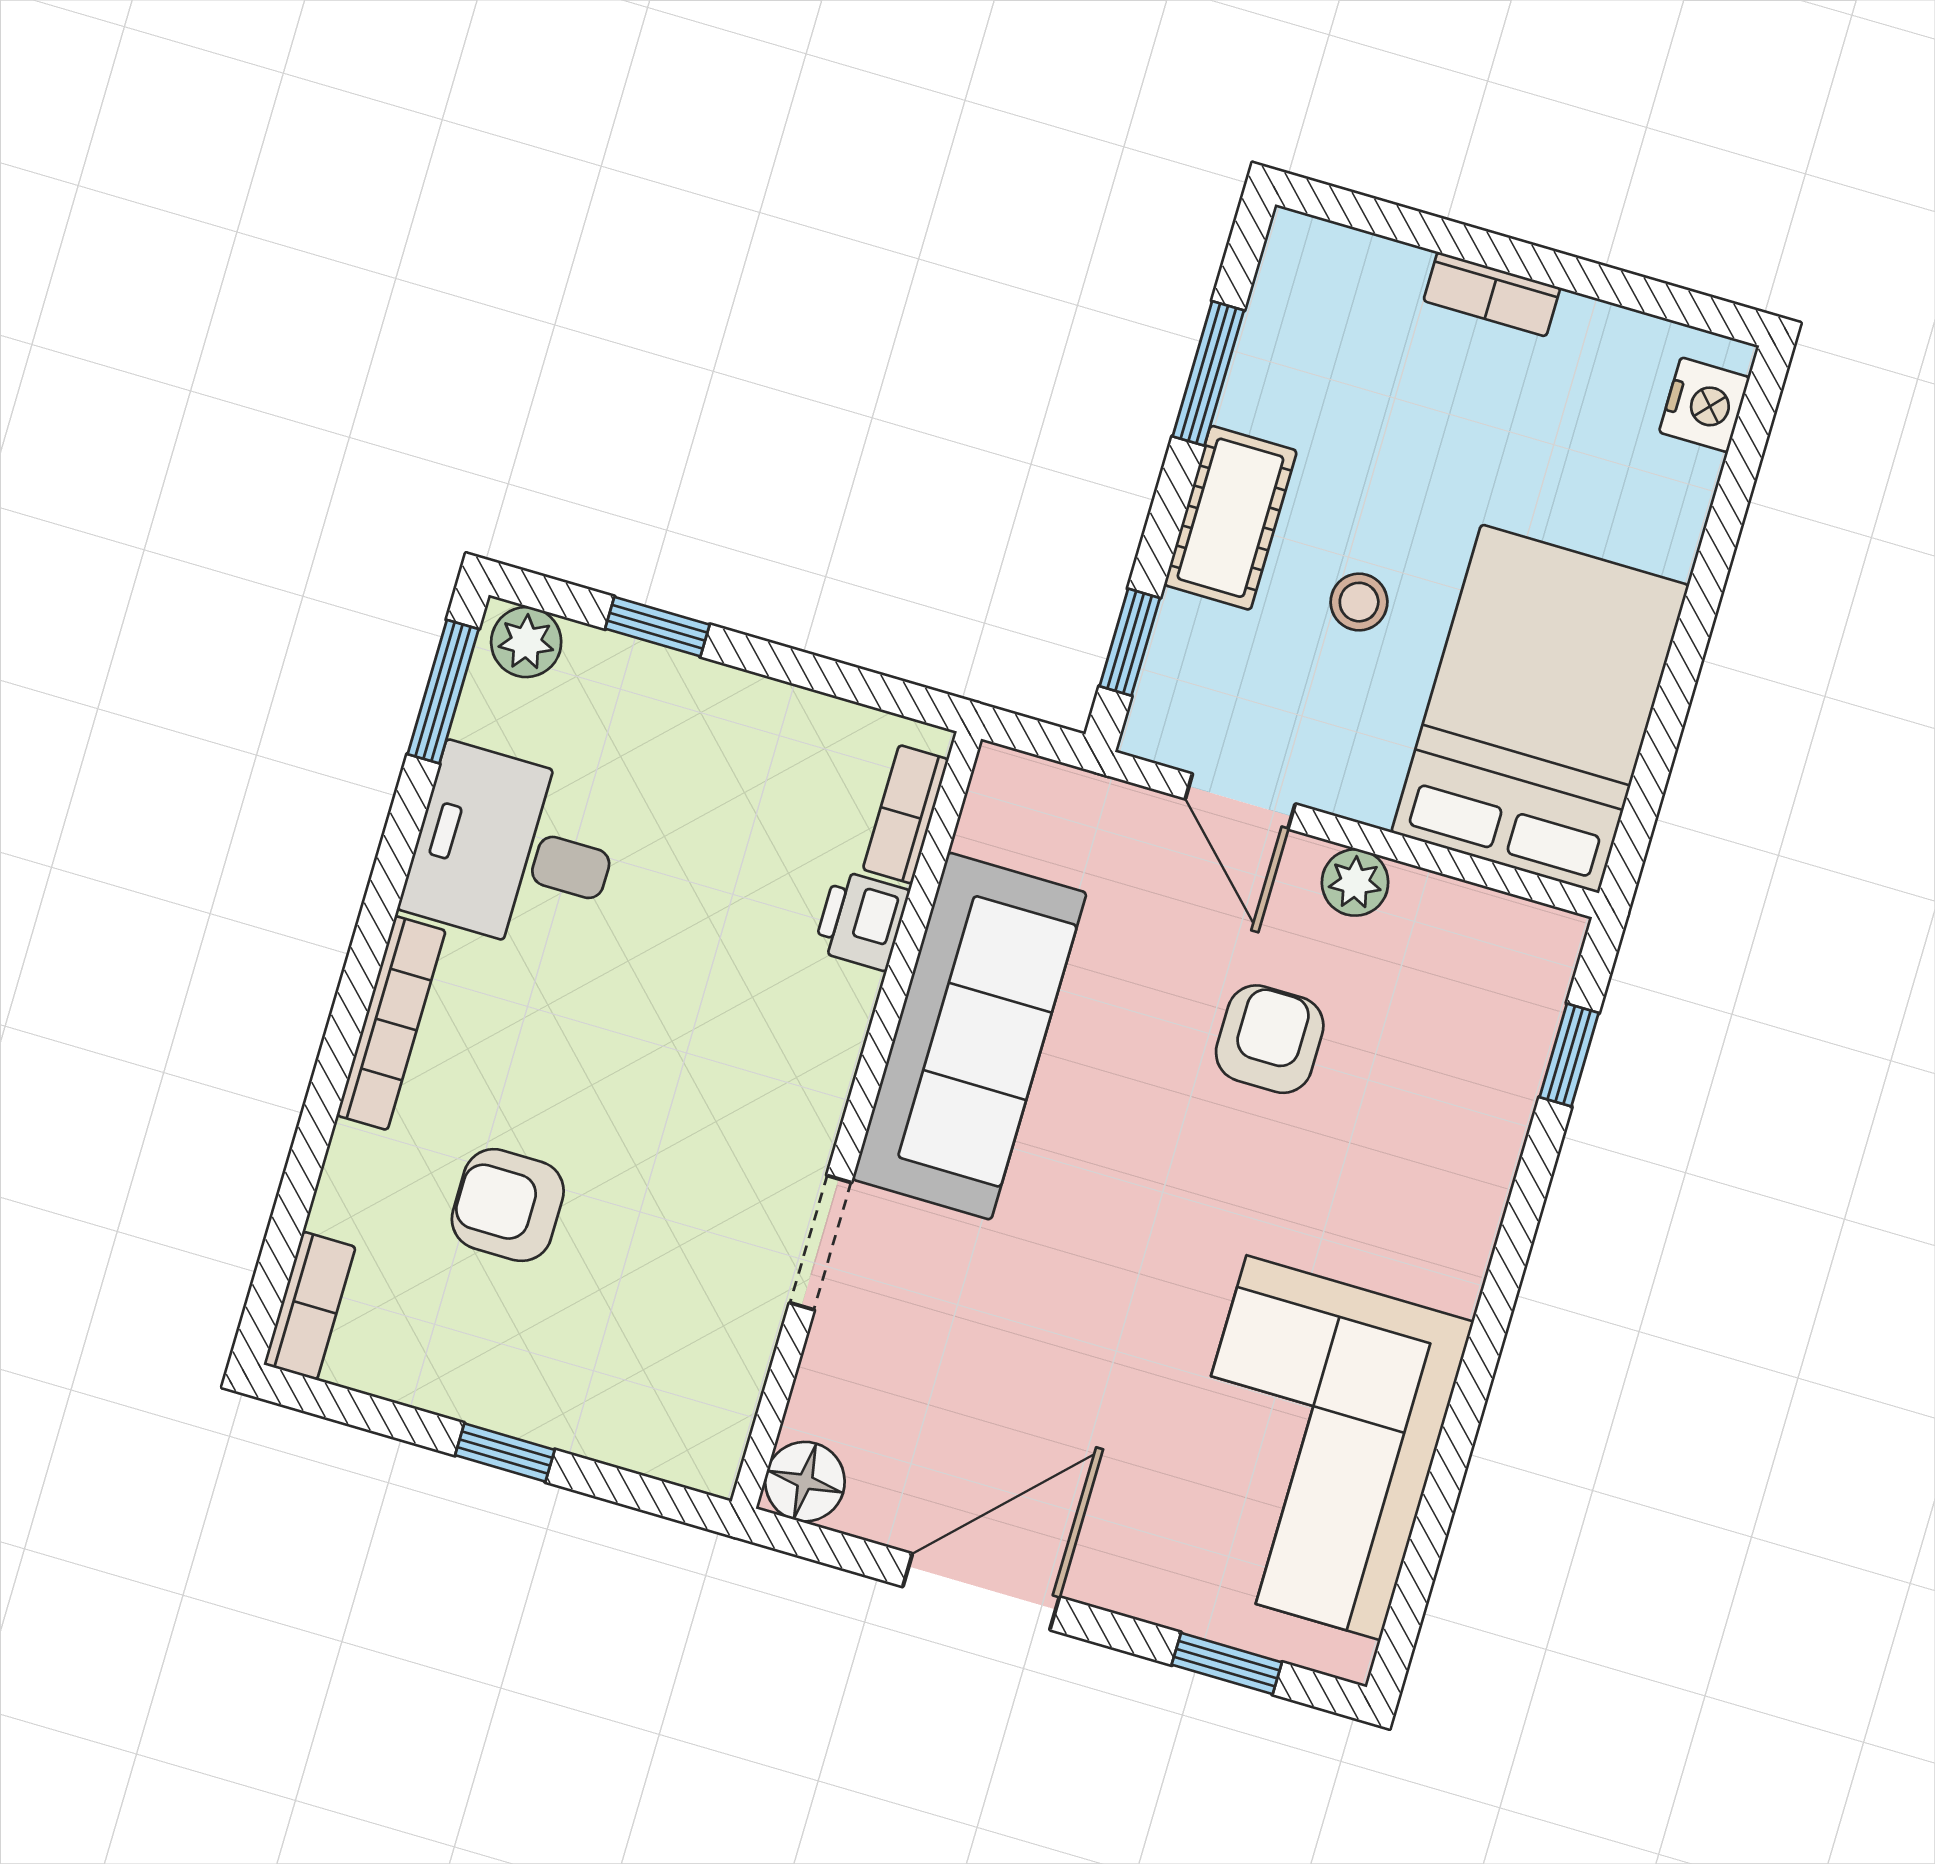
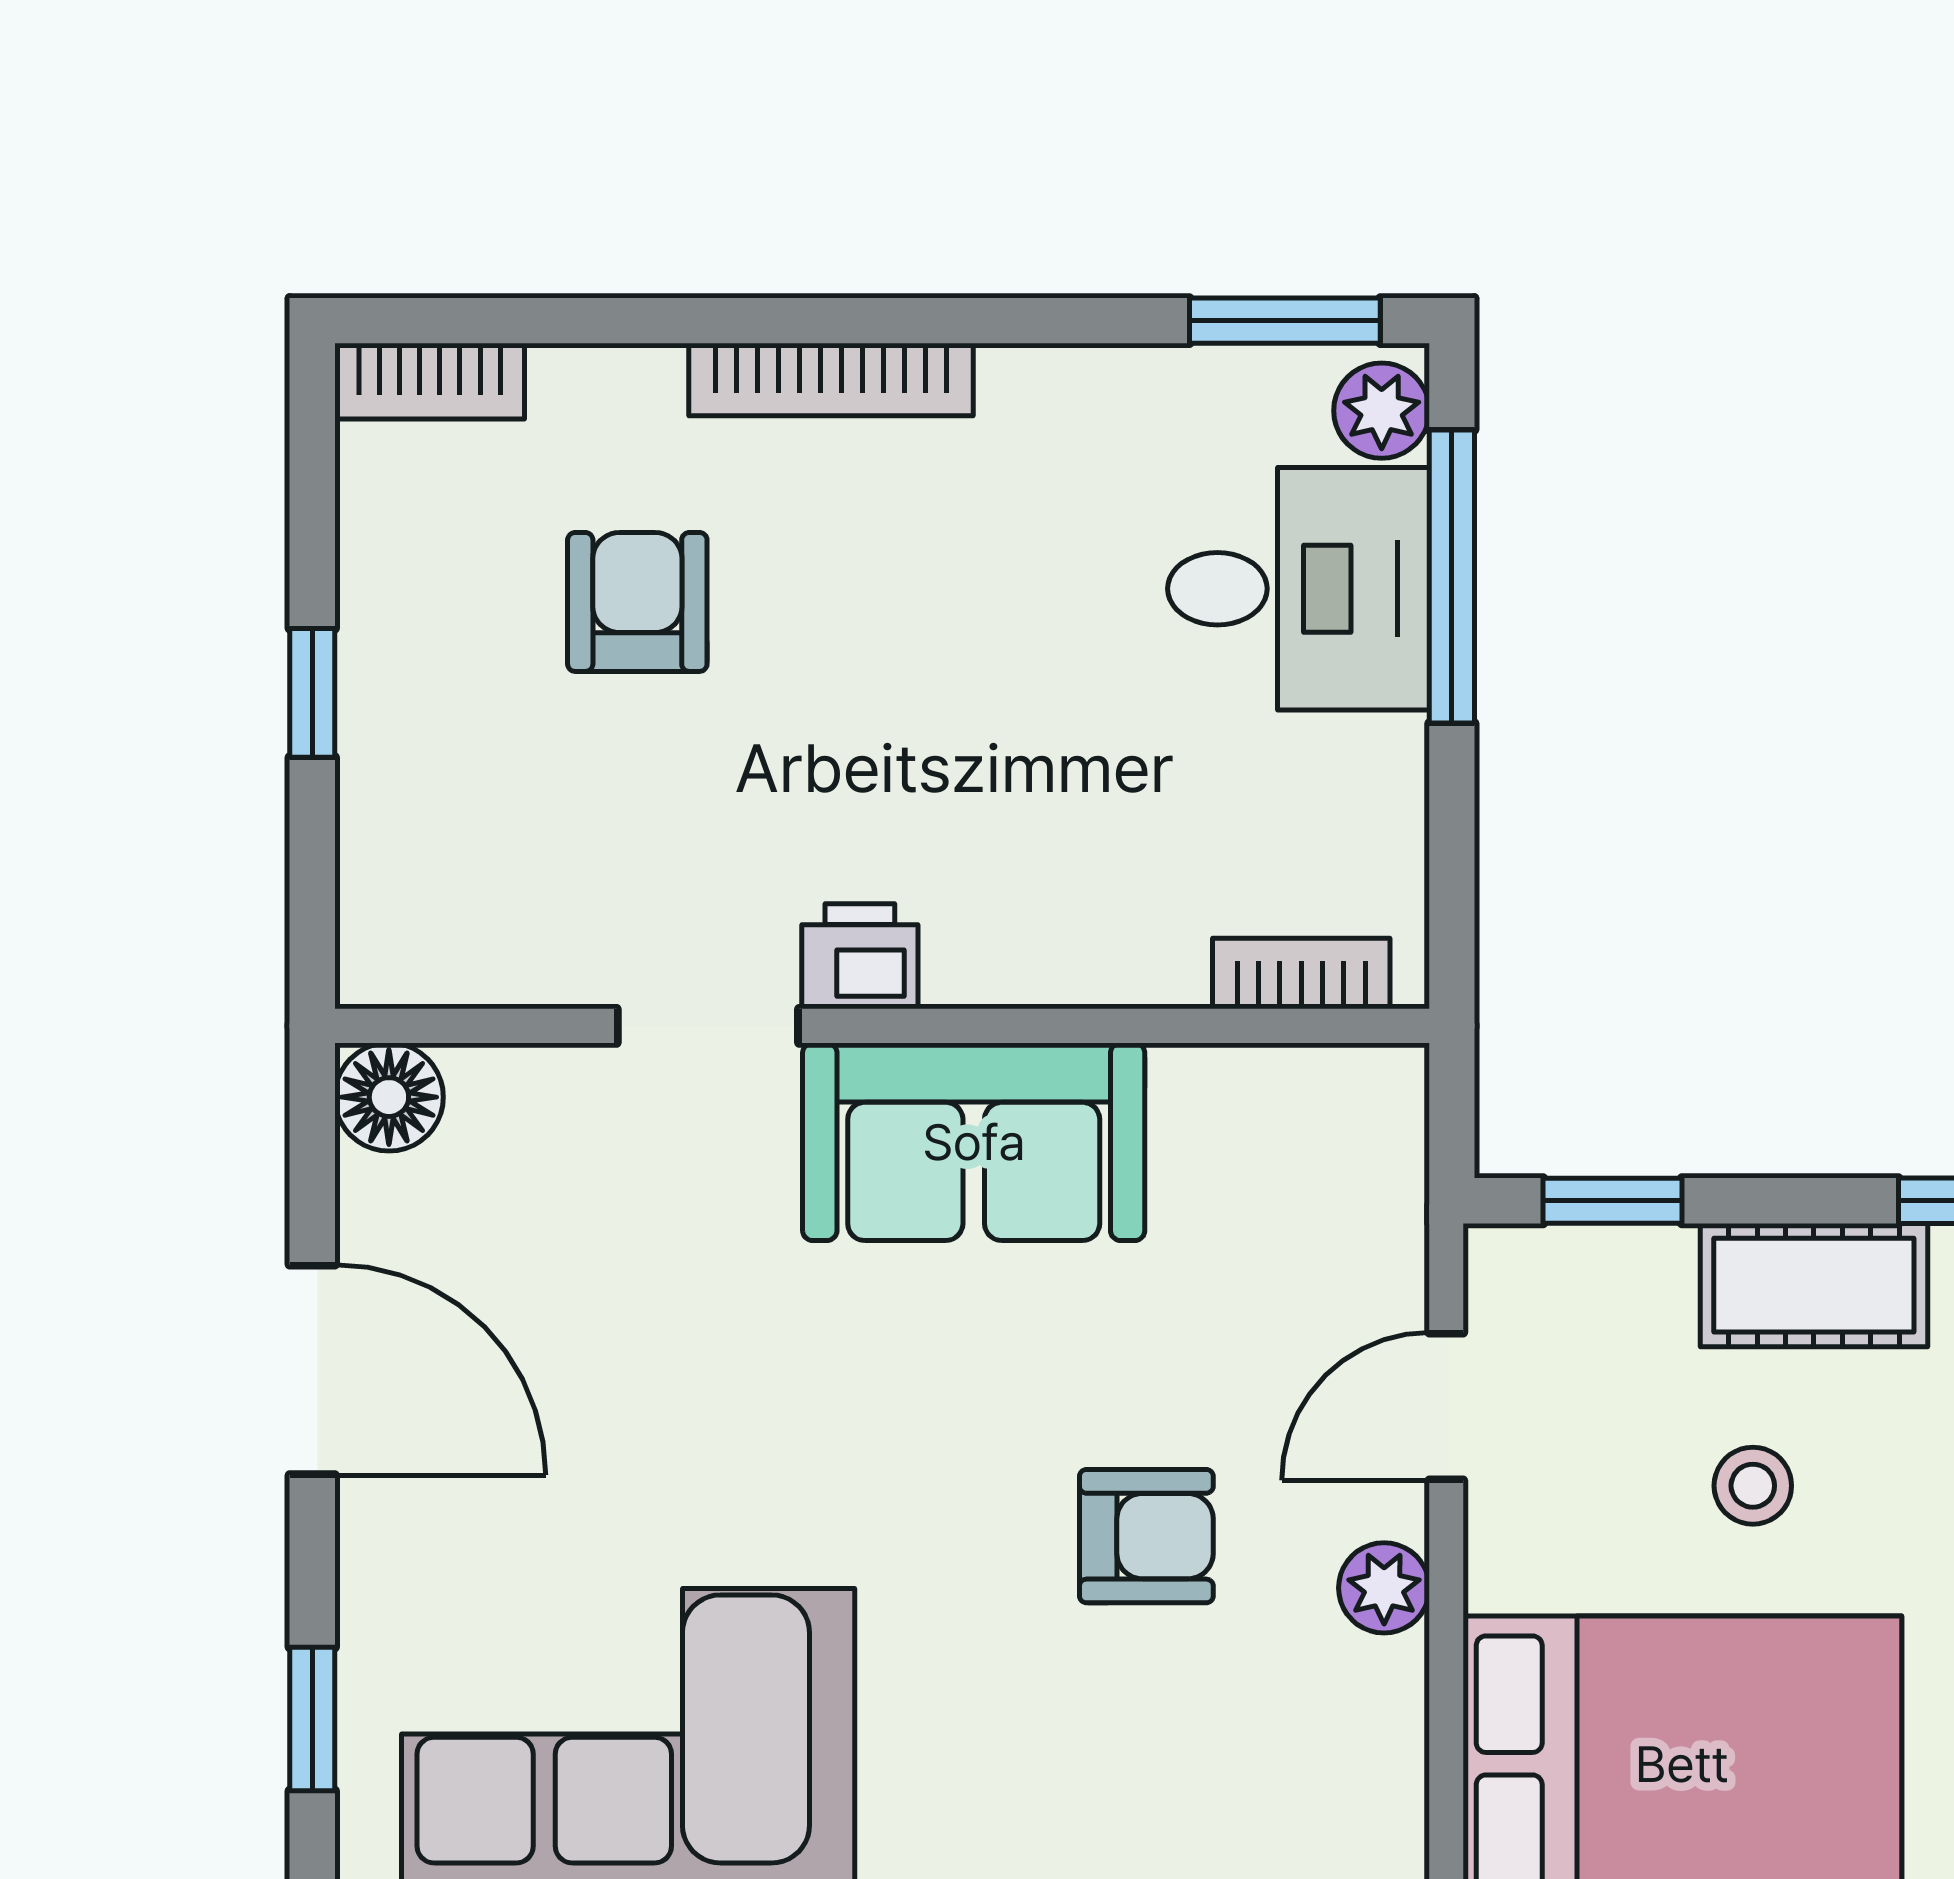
window: (657, 627) -> (1452, 577), width x2.17
desk: (514, 851) -> (1299, 589), moved, turned 90
printer: (862, 920) -> (860, 956), moved
sofa: (969, 1036) -> (974, 1142), width x0.73

